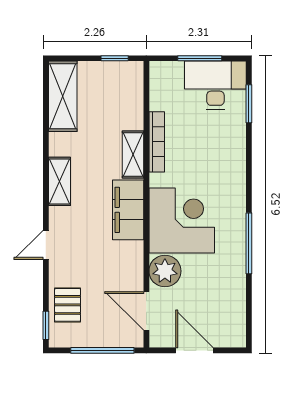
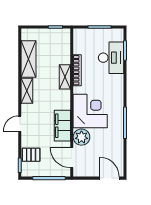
desk: (215, 85) -> (111, 58), moved, turned 90
shelving: (63, 96) -> (29, 59), moved
filing cabinet: (128, 210) -> (62, 126), moved
pallet: (68, 305) -> (31, 155), turned 90
door: (194, 350) -> (109, 178), moved

